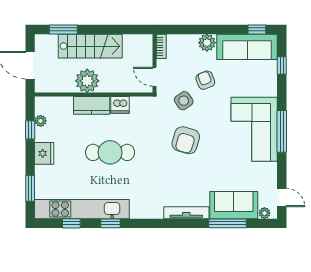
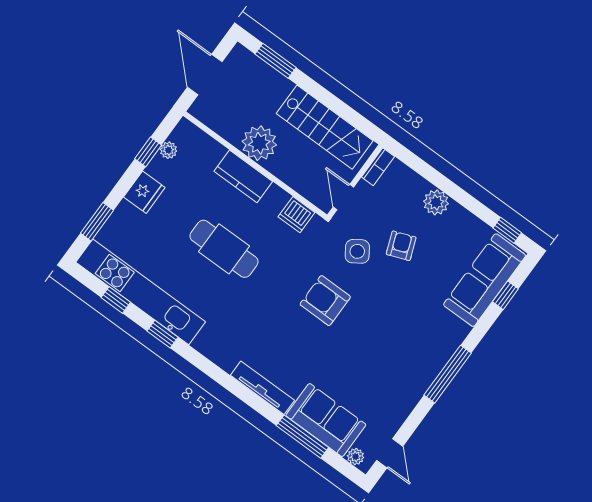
stairs: (90, 46) -> (325, 127), moved
sofa: (247, 47) -> (485, 280), moved, turned 90
dishwasher: (120, 105) -> (296, 215), moved
corner sofa: (254, 129) -> (417, 347), removed
armchair: (186, 140) -> (325, 301), turned 74

